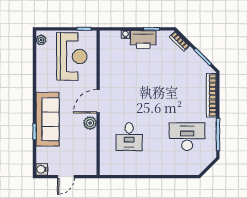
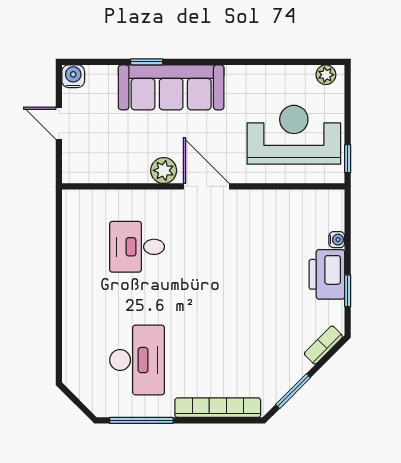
reception desk: (72, 56) -> (294, 135), turned 180

